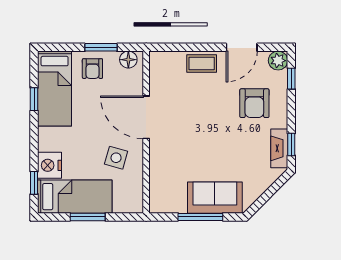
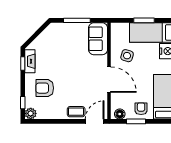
door: (242, 47) -> (95, 121), moved
armchair: (254, 103) -> (45, 88), turned -90
sofa: (215, 198) -> (98, 39), moved, turned 90

